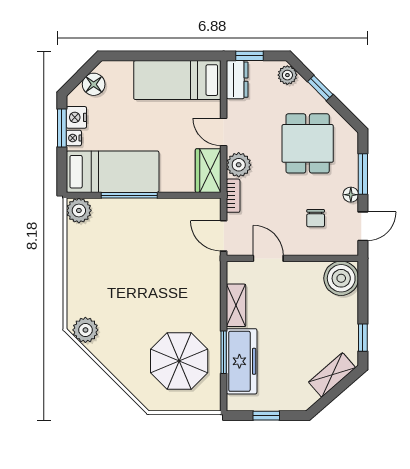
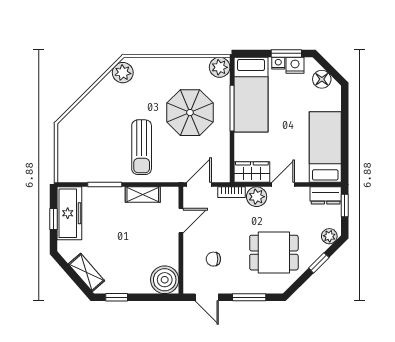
floor lamp: (351, 195) -> (232, 288), removed
sun lounger: (178, 307) -> (142, 147), added
parasol: (179, 361) -> (190, 113), moved
freezer: (242, 361) -> (69, 213), moved, turned -90

